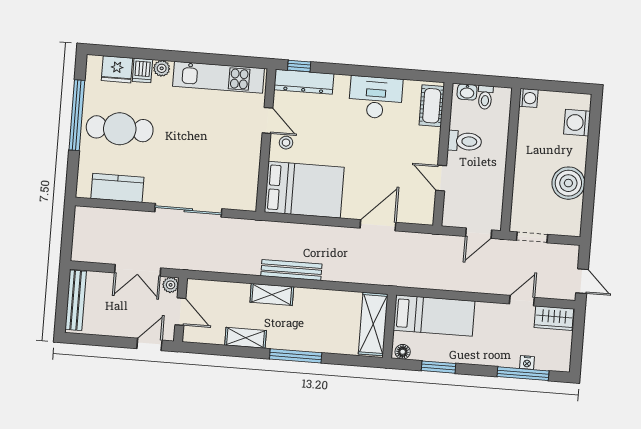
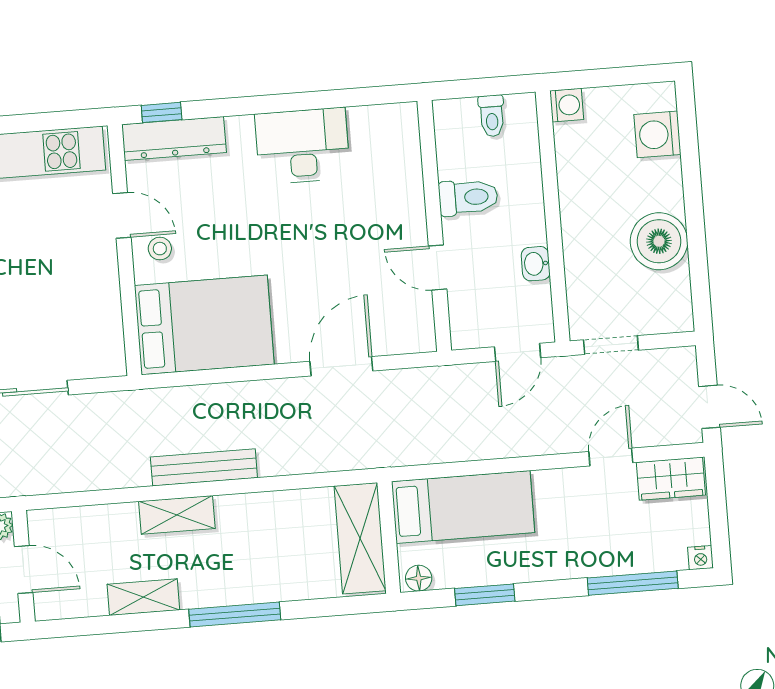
washbasin: (467, 92) -> (536, 264), moved, turned 90
cot: (432, 106) -> (402, 145), removed
nightstand: (527, 362) -> (700, 558), moved

